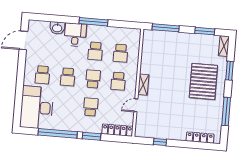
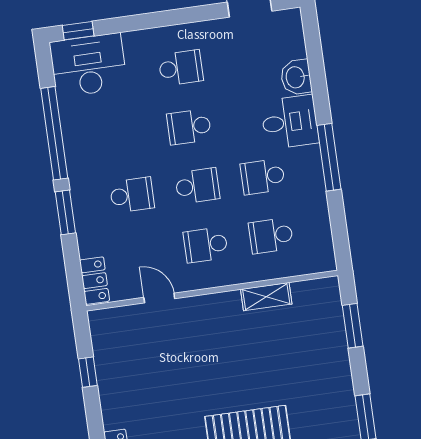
window: (166, 28) -> (353, 326), width x0.69
school desk: (42, 75) -> (181, 68), turned 180
shelving: (143, 85) -> (266, 297), moved
desk: (37, 108) -> (88, 65), width x0.73, depth x0.77
window: (17, 114) -> (78, 31), added
locker: (117, 130) -> (95, 281), width x0.66

